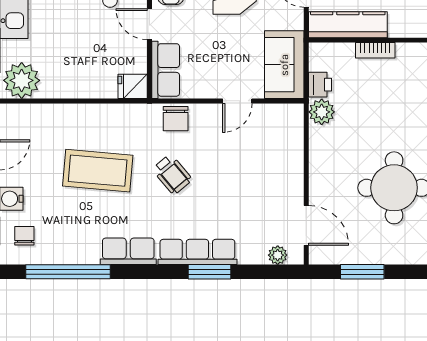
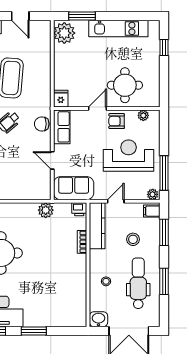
row of seats: (166, 70) -> (62, 127), moved, turned -90
printer: (320, 85) -> (79, 209), moved

